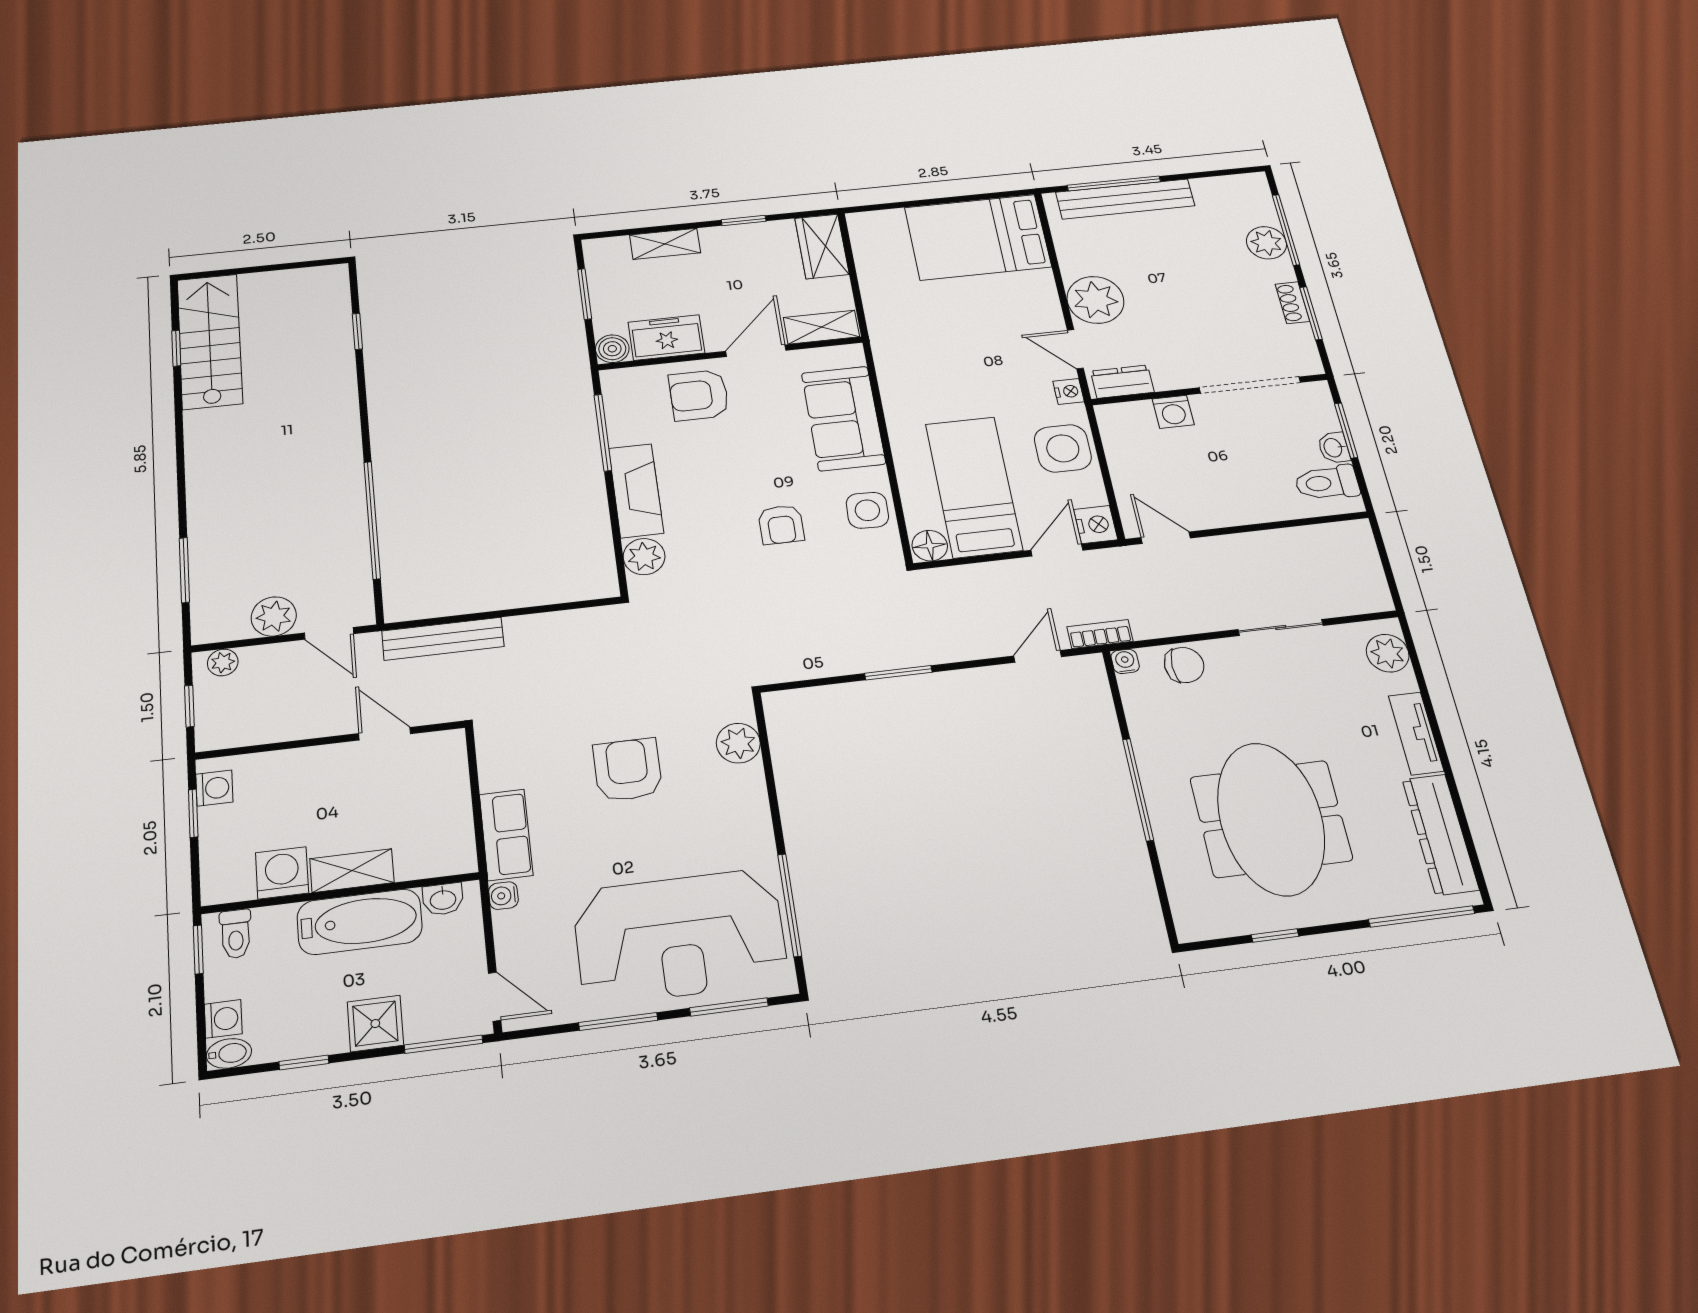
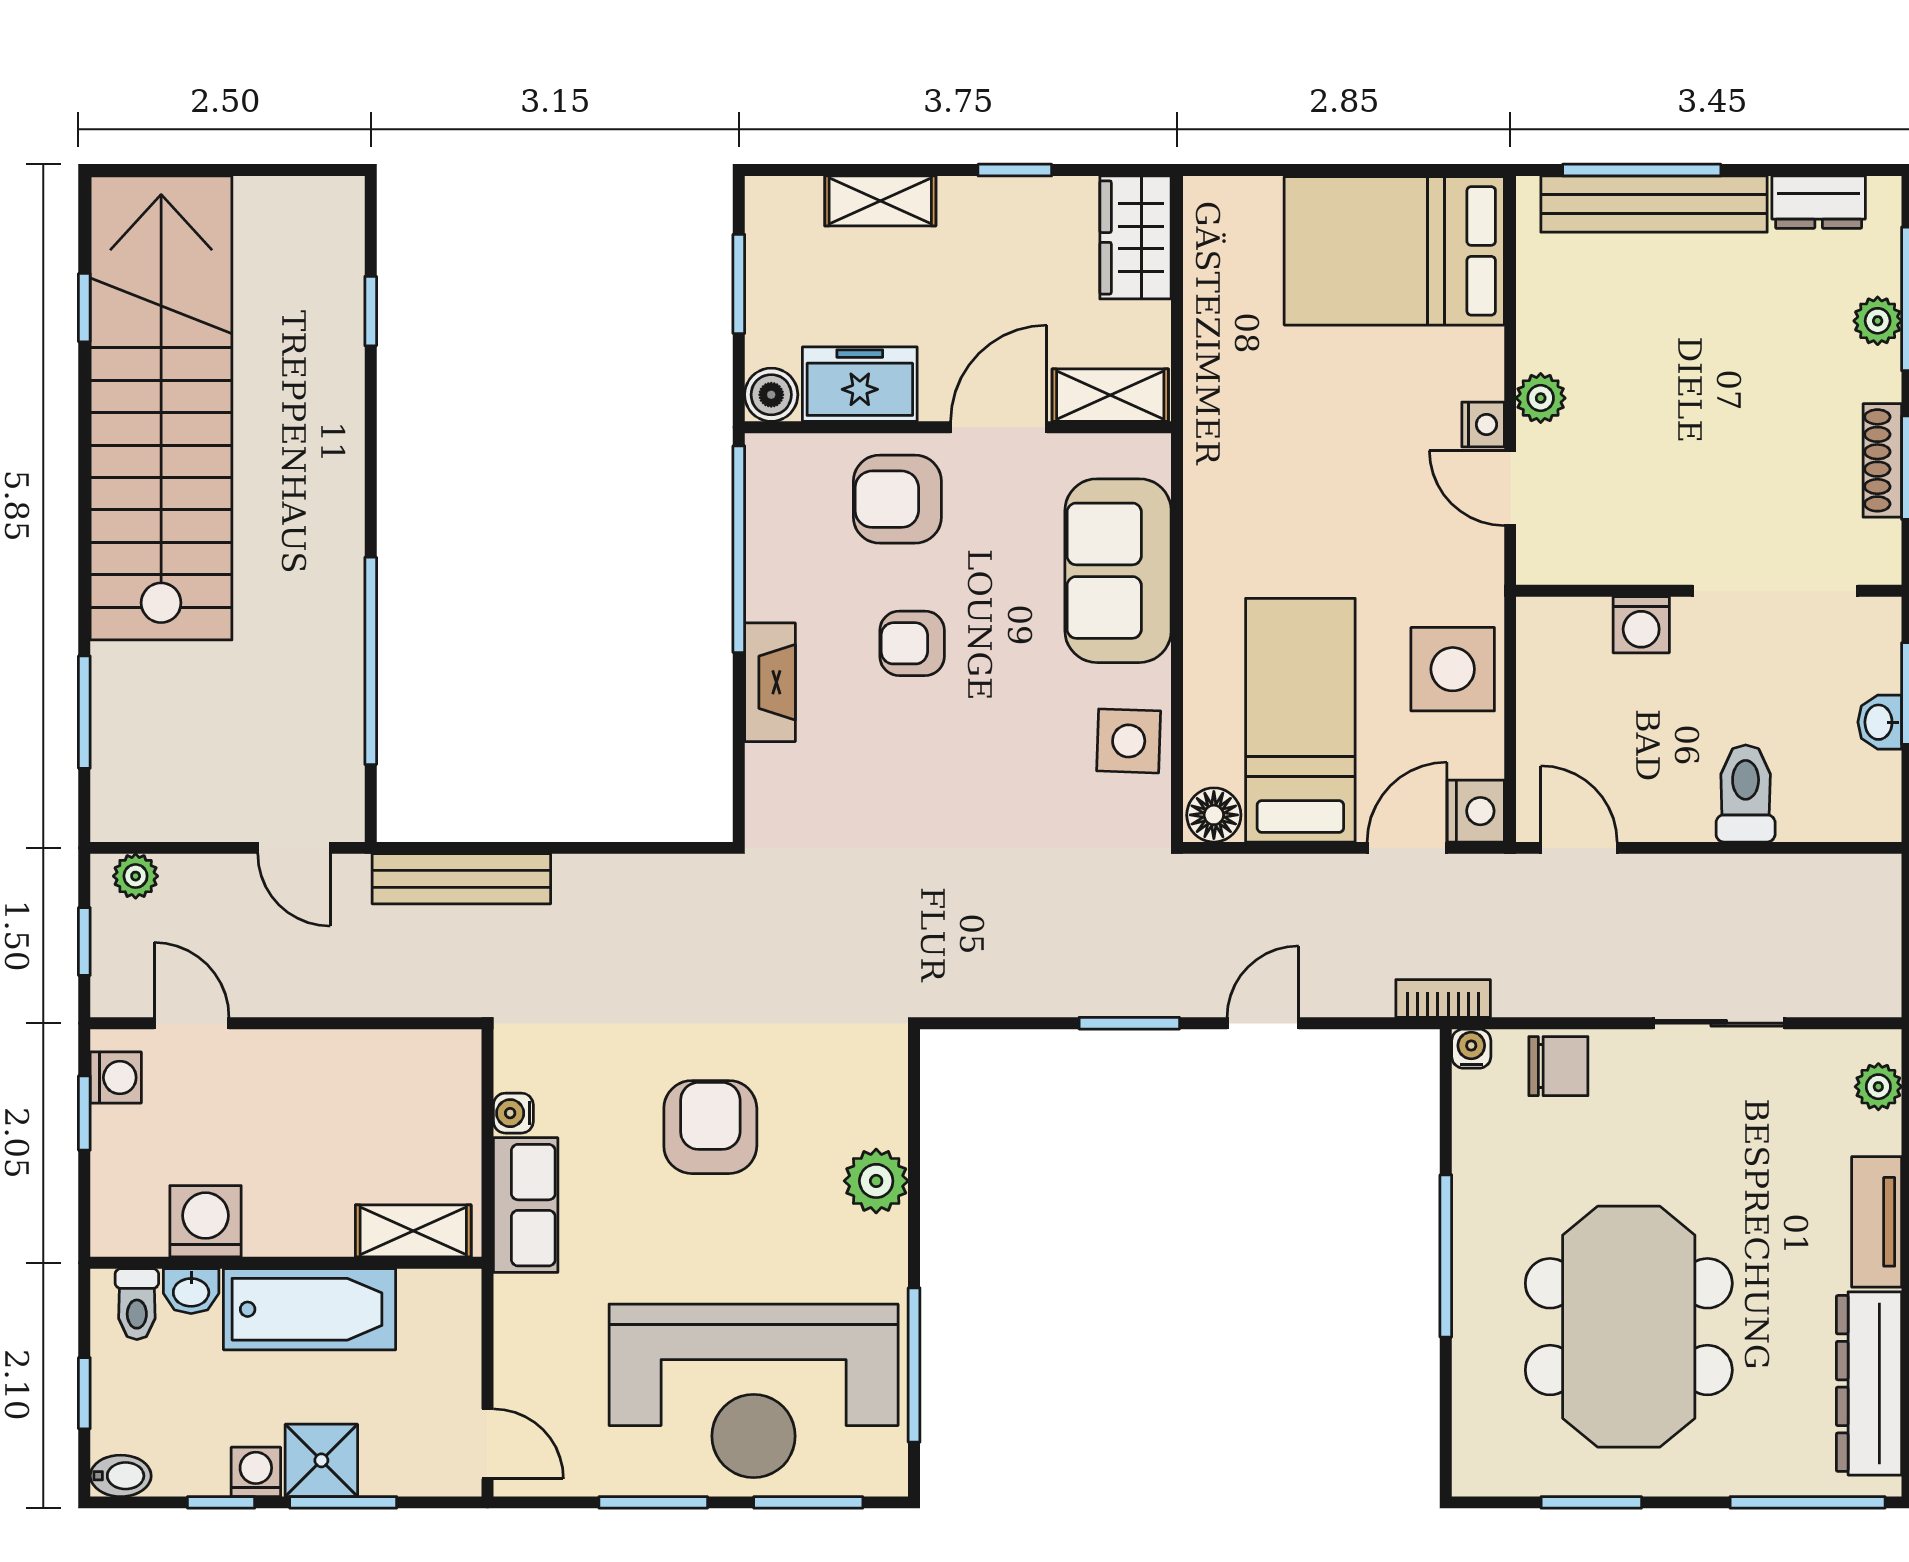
plant: (1266, 243) -> (1878, 321), width x0.73, depth x0.73
plant: (1095, 300) -> (1541, 398), width x0.53, depth x0.53
shoe rack: (1292, 303) -> (1882, 460), width x1.43
stairs: (210, 341) -> (161, 408), width x1.86, depth x1.51
dresser: (1122, 382) -> (1819, 202), moved, turned 180
nightstand: (1069, 391) -> (1483, 424), moved
window: (603, 433) -> (739, 549), width x1.46
toilet: (1327, 483) -> (1746, 793), moved, turned 90
fireplace: (636, 491) -> (770, 682), width x0.73, depth x0.76
armchair: (781, 525) -> (912, 643), moved, turned 90
plant: (644, 557) -> (776, 778), removed
plant: (274, 616) -> (214, 809), removed
plant: (1388, 653) -> (1878, 1087), width x0.73, depth x0.73
door: (1038, 656) -> (1263, 1023), moved
door: (385, 734) -> (192, 1023), moved
plant: (738, 743) -> (876, 1181), moved
shelving: (352, 871) -> (413, 1231), moved
water cooler: (503, 896) -> (513, 1113), moved
washbasin: (443, 899) -> (191, 1291), moved
window: (1275, 936) -> (1591, 1502), width x1.50
window: (198, 950) -> (84, 1393), moved
washing machine: (223, 1019) -> (256, 1472), moved, turned -90
window: (443, 1044) -> (343, 1502), moved

